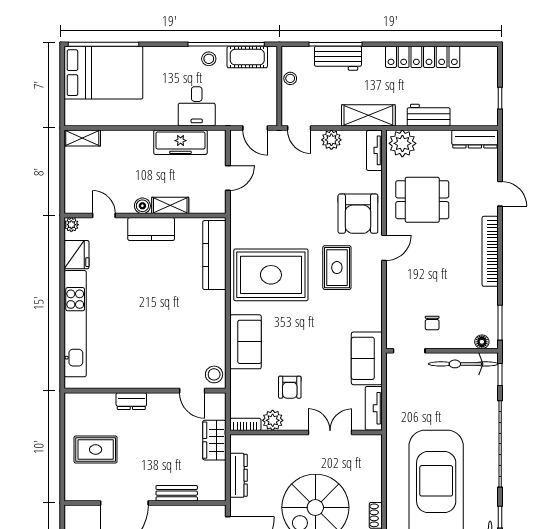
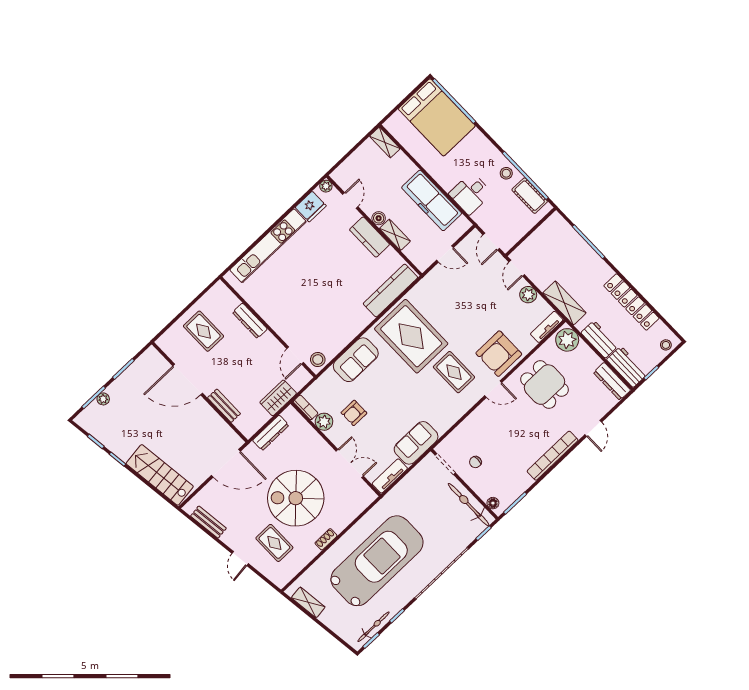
workbench: (338, 58) -> (627, 367), moved, turned 180
stool: (290, 78) -> (666, 345), moved
freezer: (180, 142) -> (432, 200), width x1.36, depth x1.26
rug: (337, 268) -> (454, 372), turned 90
dresser: (131, 401) -> (250, 321), width x1.44

